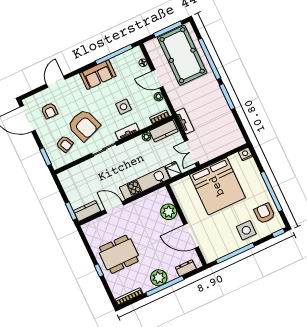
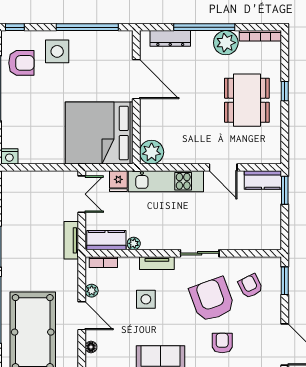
armchair: (49, 111) -> (222, 343), moved
bed: (217, 186) -> (99, 133), moved, turned -90
plant: (169, 212) -> (152, 152), moved
armchair: (264, 213) -> (21, 63), turned -90
dining table: (119, 254) -> (247, 100), turned 90
dresser: (186, 268) -> (170, 38), width x1.44
plant: (159, 278) -> (226, 43), moved

